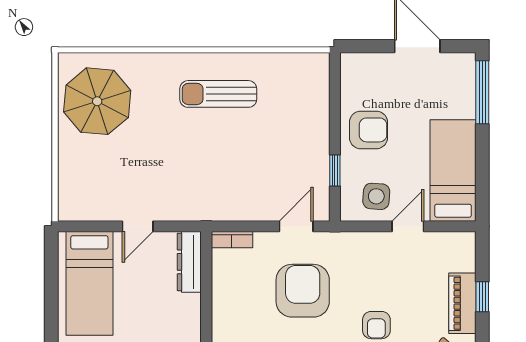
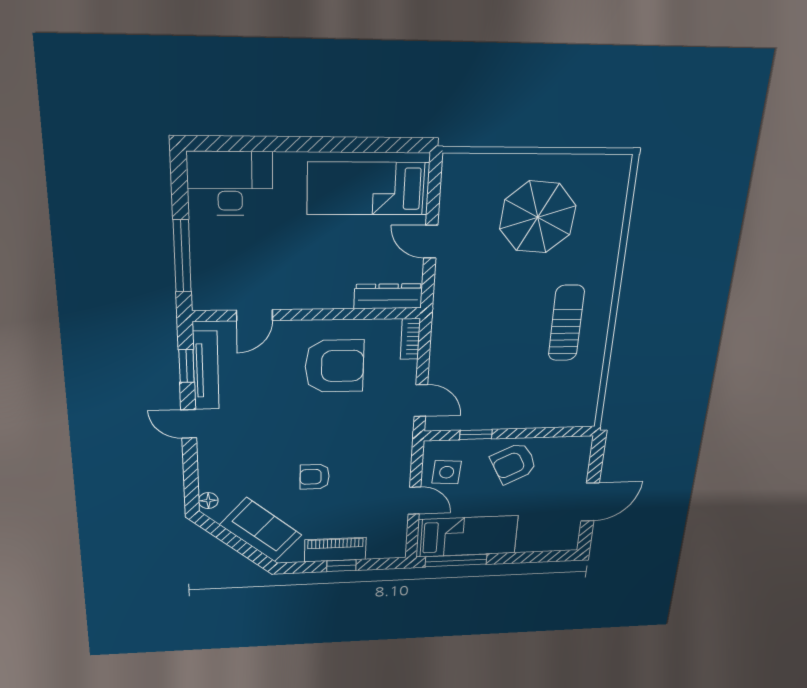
window: (482, 92) -> (456, 560), moved
parasol: (97, 101) -> (538, 217), moved
armchair: (368, 130) -> (514, 463), turned 63
armchair: (303, 291) -> (334, 366), moved

